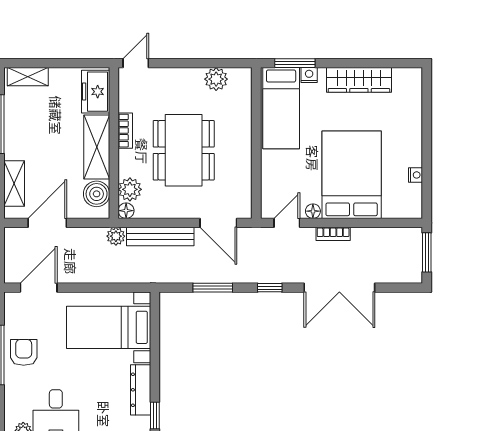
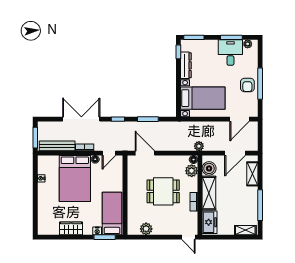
door: (136, 63) -> (188, 237), hinge flipped
wardrobe: (359, 80) -> (71, 228), width x0.67
dining table: (184, 150) -> (163, 191), width x0.73
bench: (160, 237) -> (57, 146), moved

